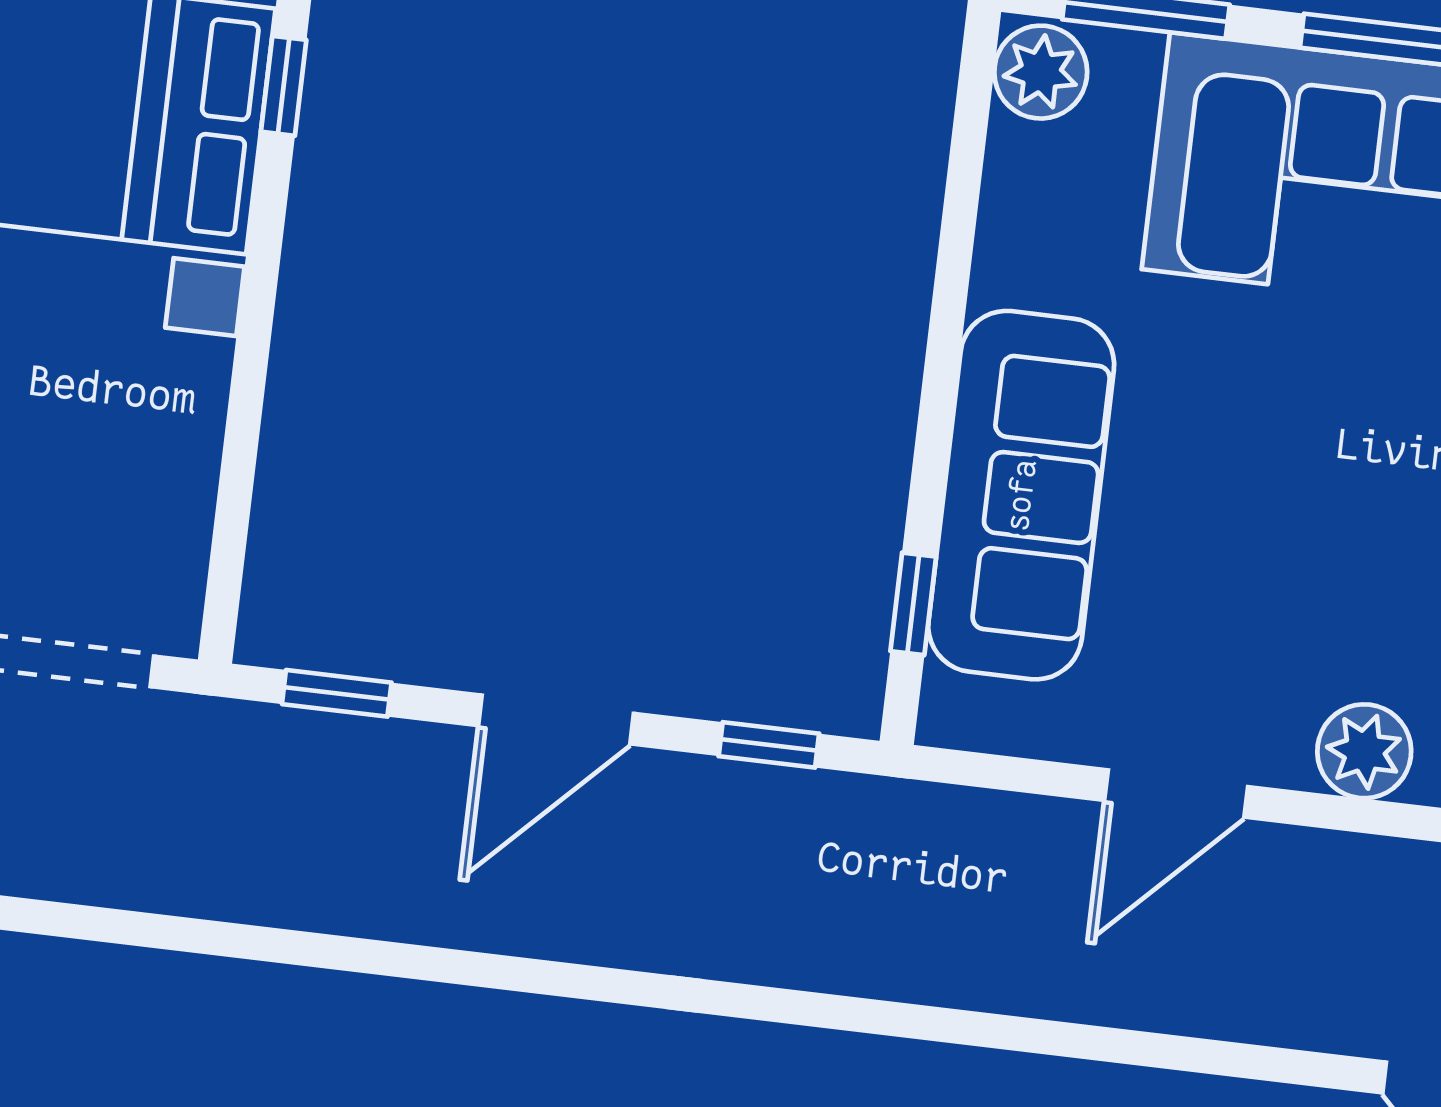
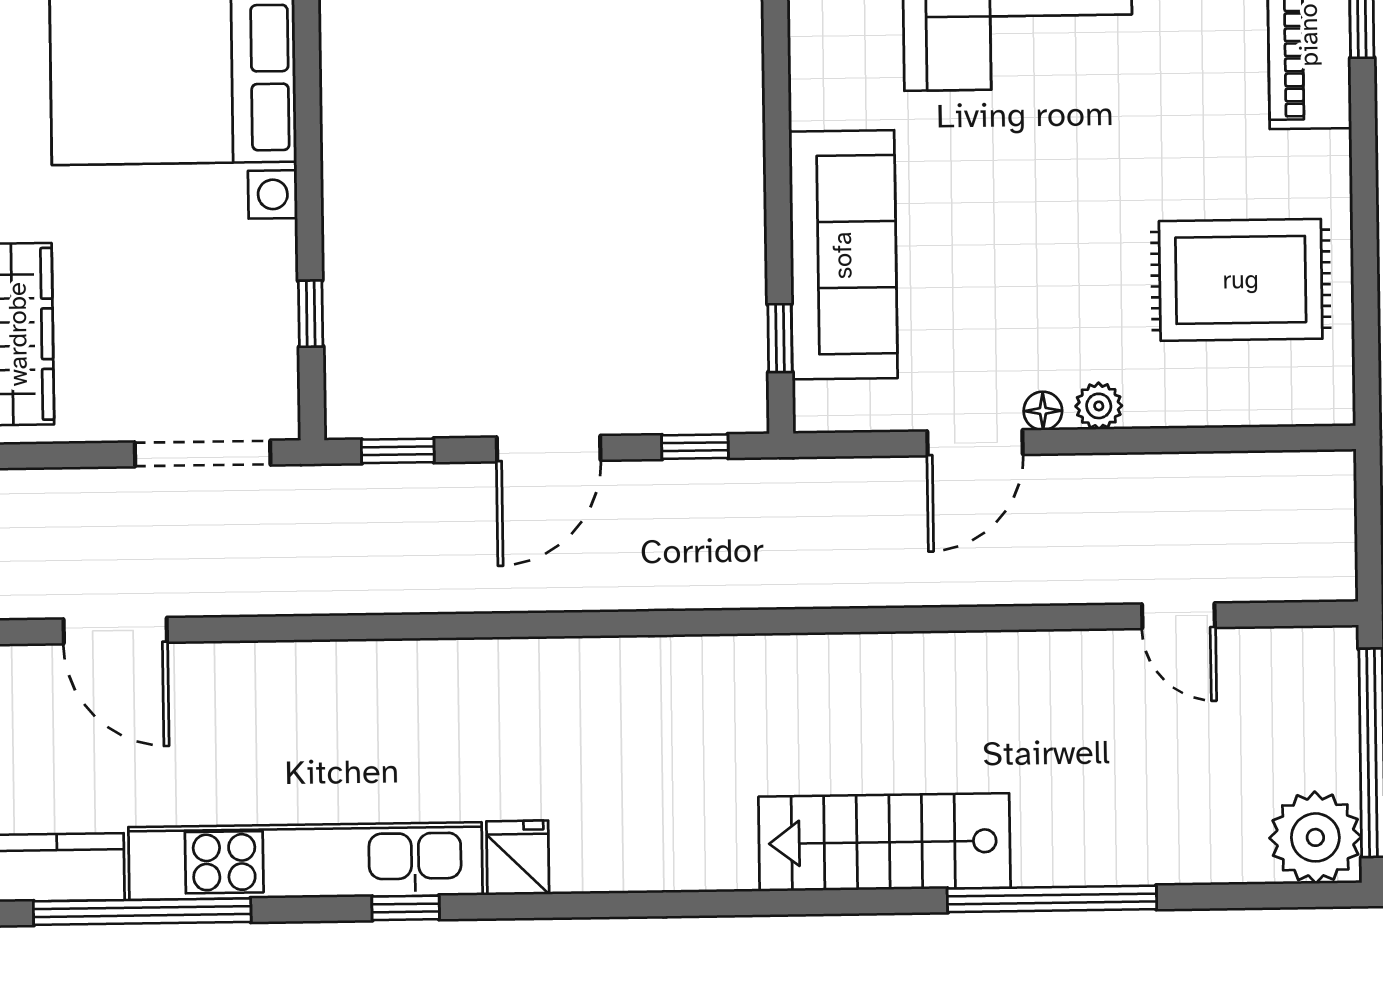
window: (284, 86) -> (311, 314), moved
plant: (1364, 751) -> (1099, 406), width x0.73, depth x0.73
floor lamp: (1281, 760) -> (1043, 411), added

